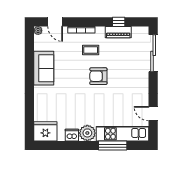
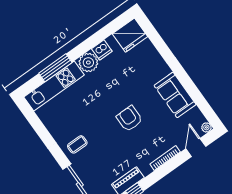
door: (55, 22) -> (196, 148), hinge flipped
coffee table: (91, 50) -> (77, 144), moved
armchair: (98, 76) -> (129, 119), moved, turned -90
door: (153, 114) -> (38, 126), removed

